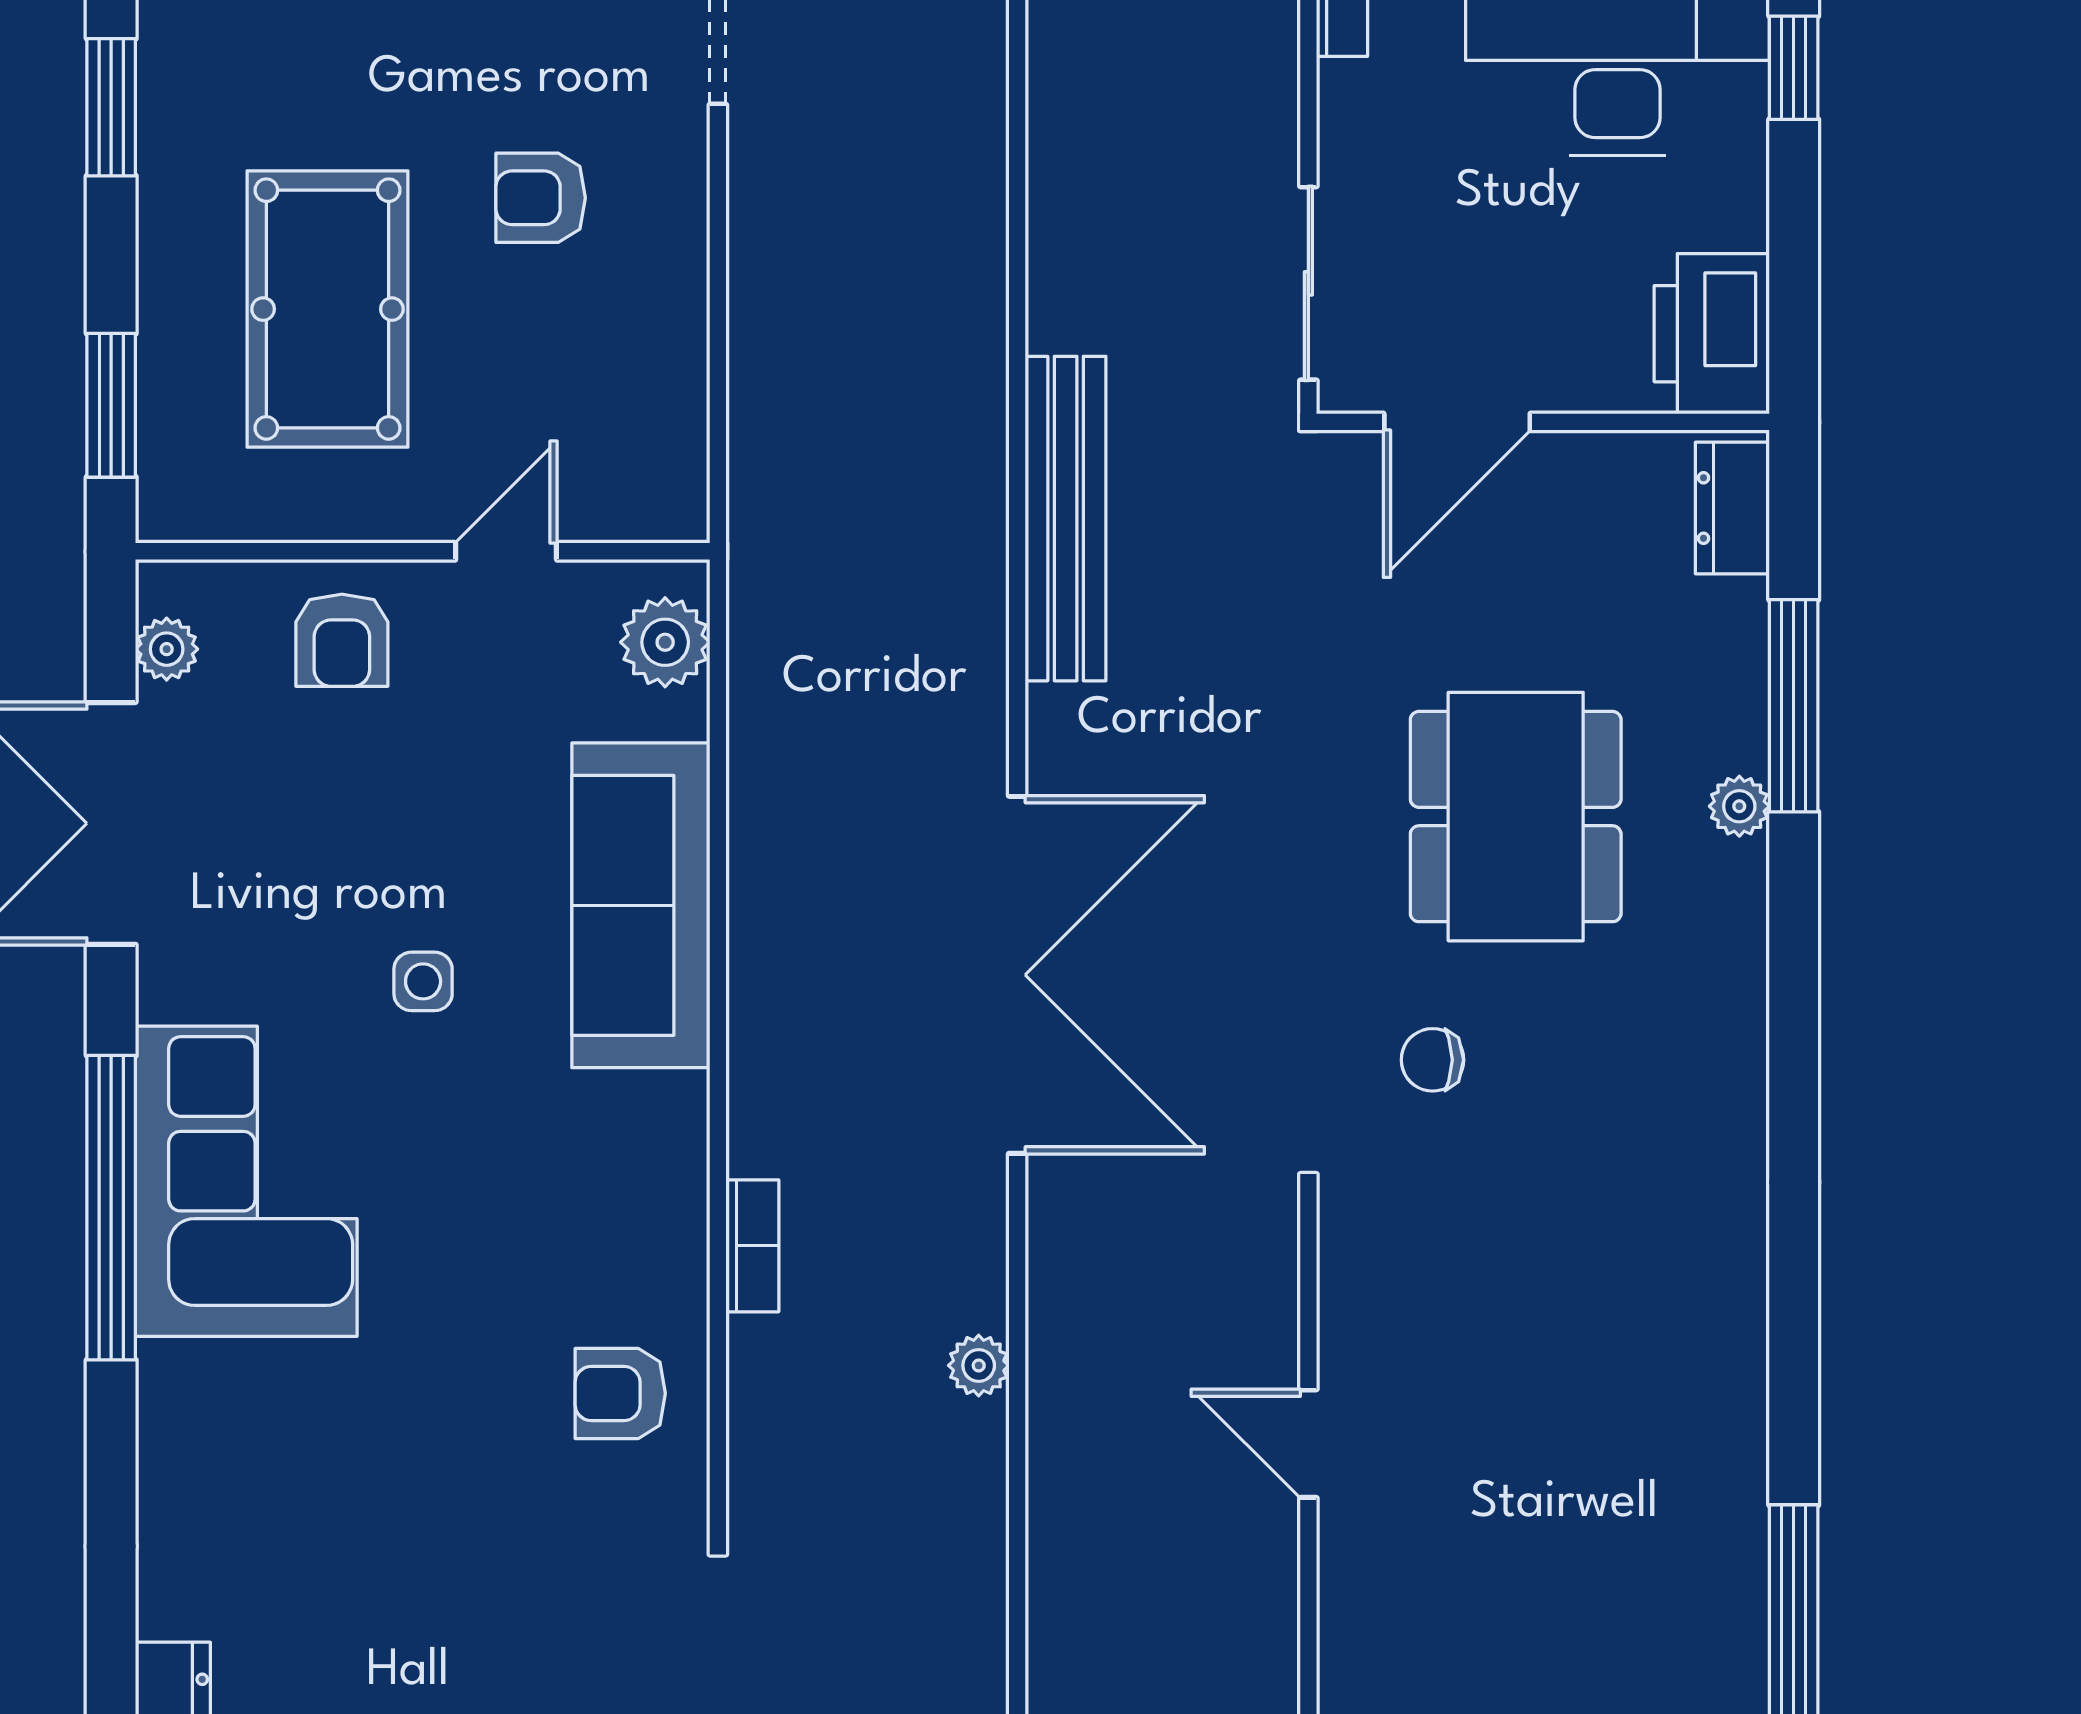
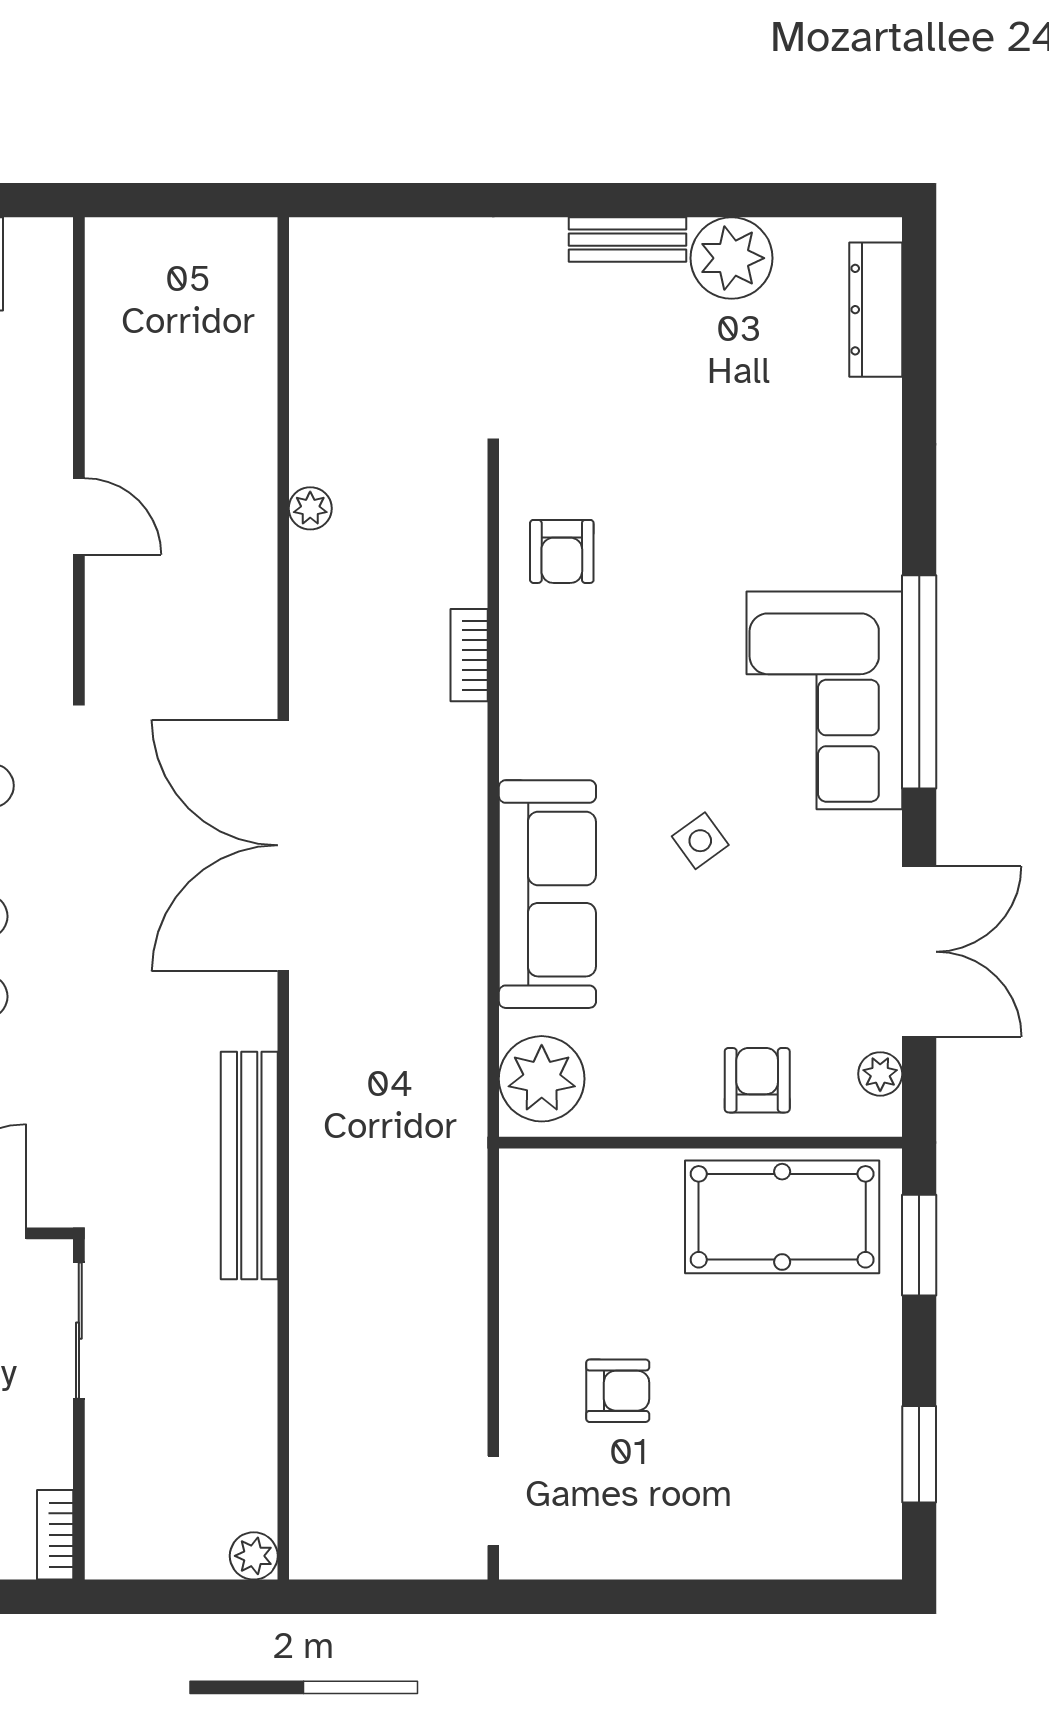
pool table: (327, 309) -> (782, 1217), moved, turned 90
door: (506, 551) -> (642, 1143), removed
plant: (665, 642) -> (542, 1079), width x1.36, depth x1.36
side table: (423, 981) -> (700, 841), turned -36
plant: (979, 1365) -> (310, 508), moved
armchair: (620, 1393) -> (562, 551), turned 90

